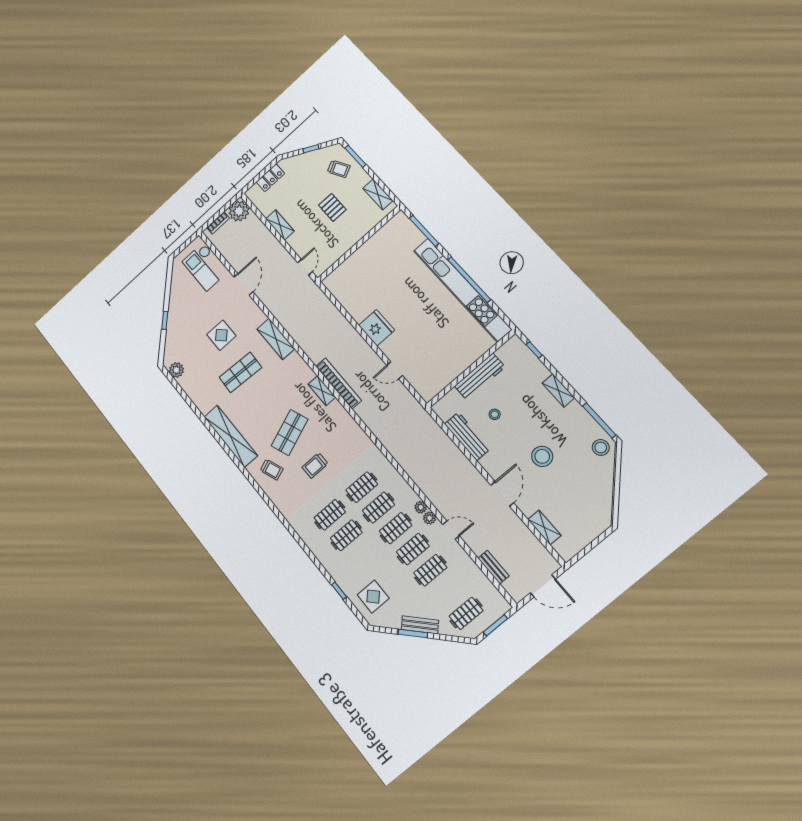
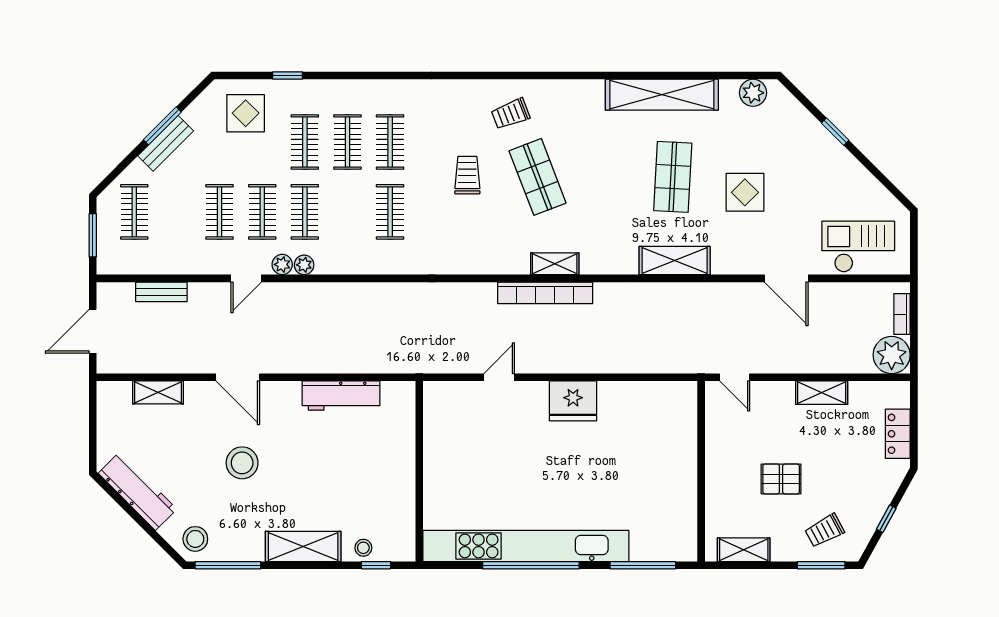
workbench: (480, 377) -> (137, 491), moved, turned 135
shelving: (558, 390) -> (303, 546), width x1.50, depth x1.33
stool: (495, 414) -> (363, 548), moved
shelving: (231, 436) -> (662, 95), moved
clothes rail: (378, 508) -> (305, 142), moved

